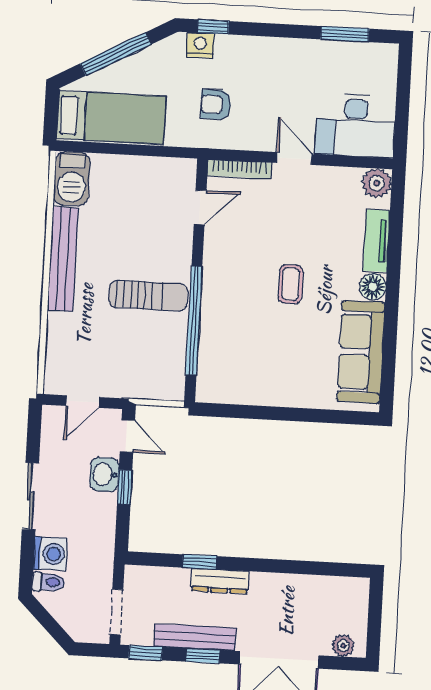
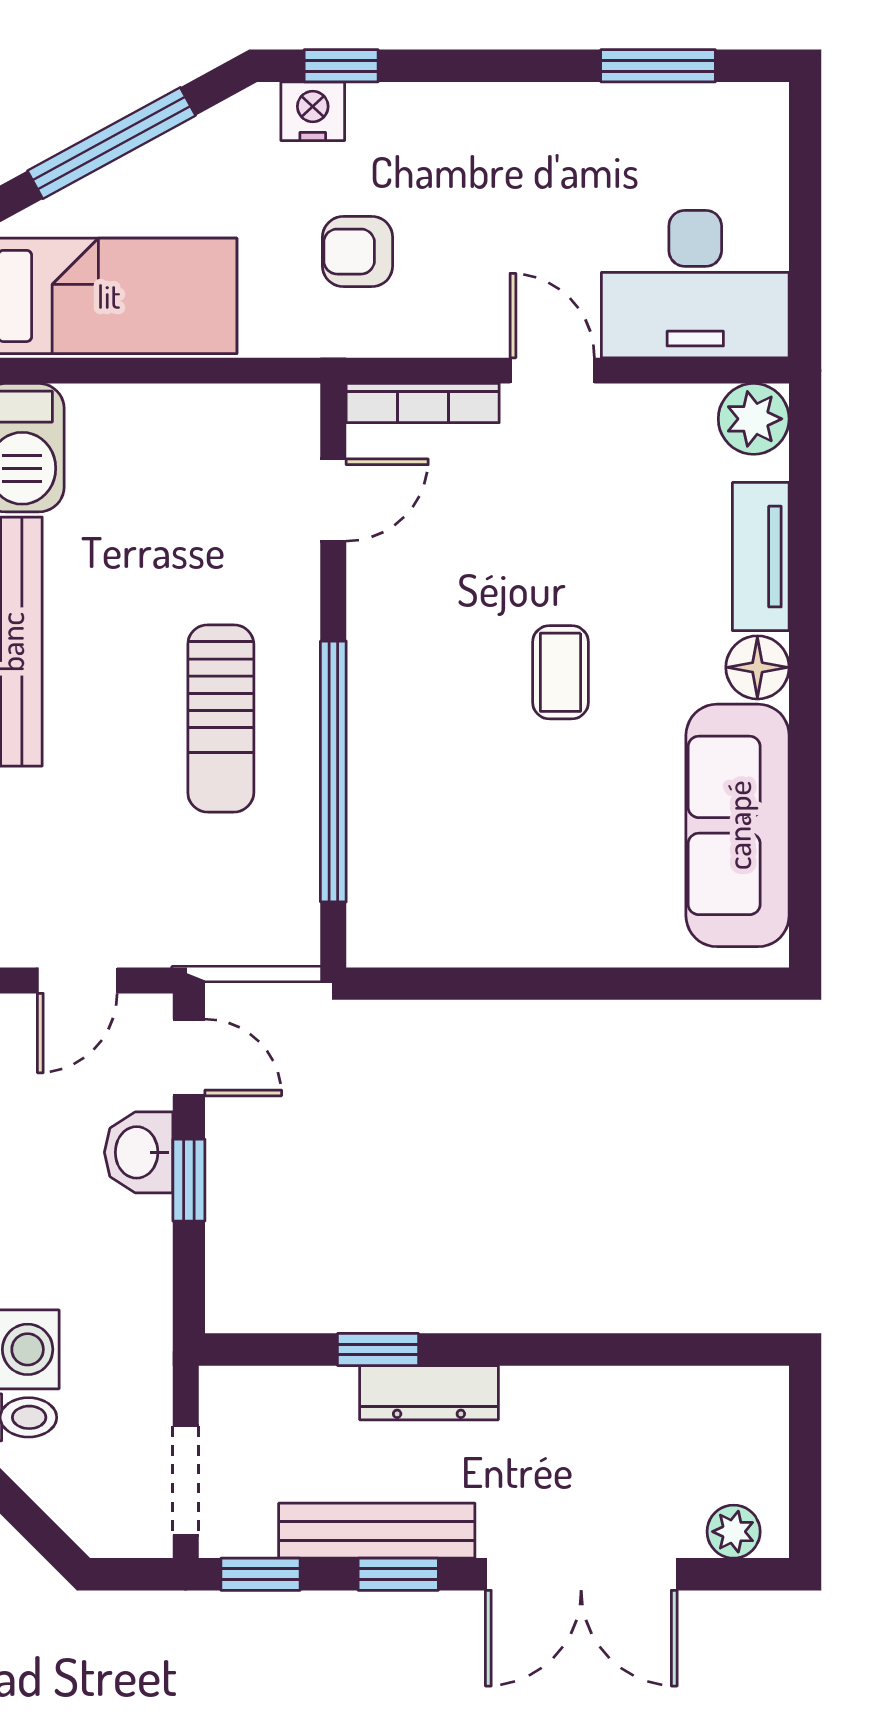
sun lounger: (148, 296) -> (221, 718), turned 90

